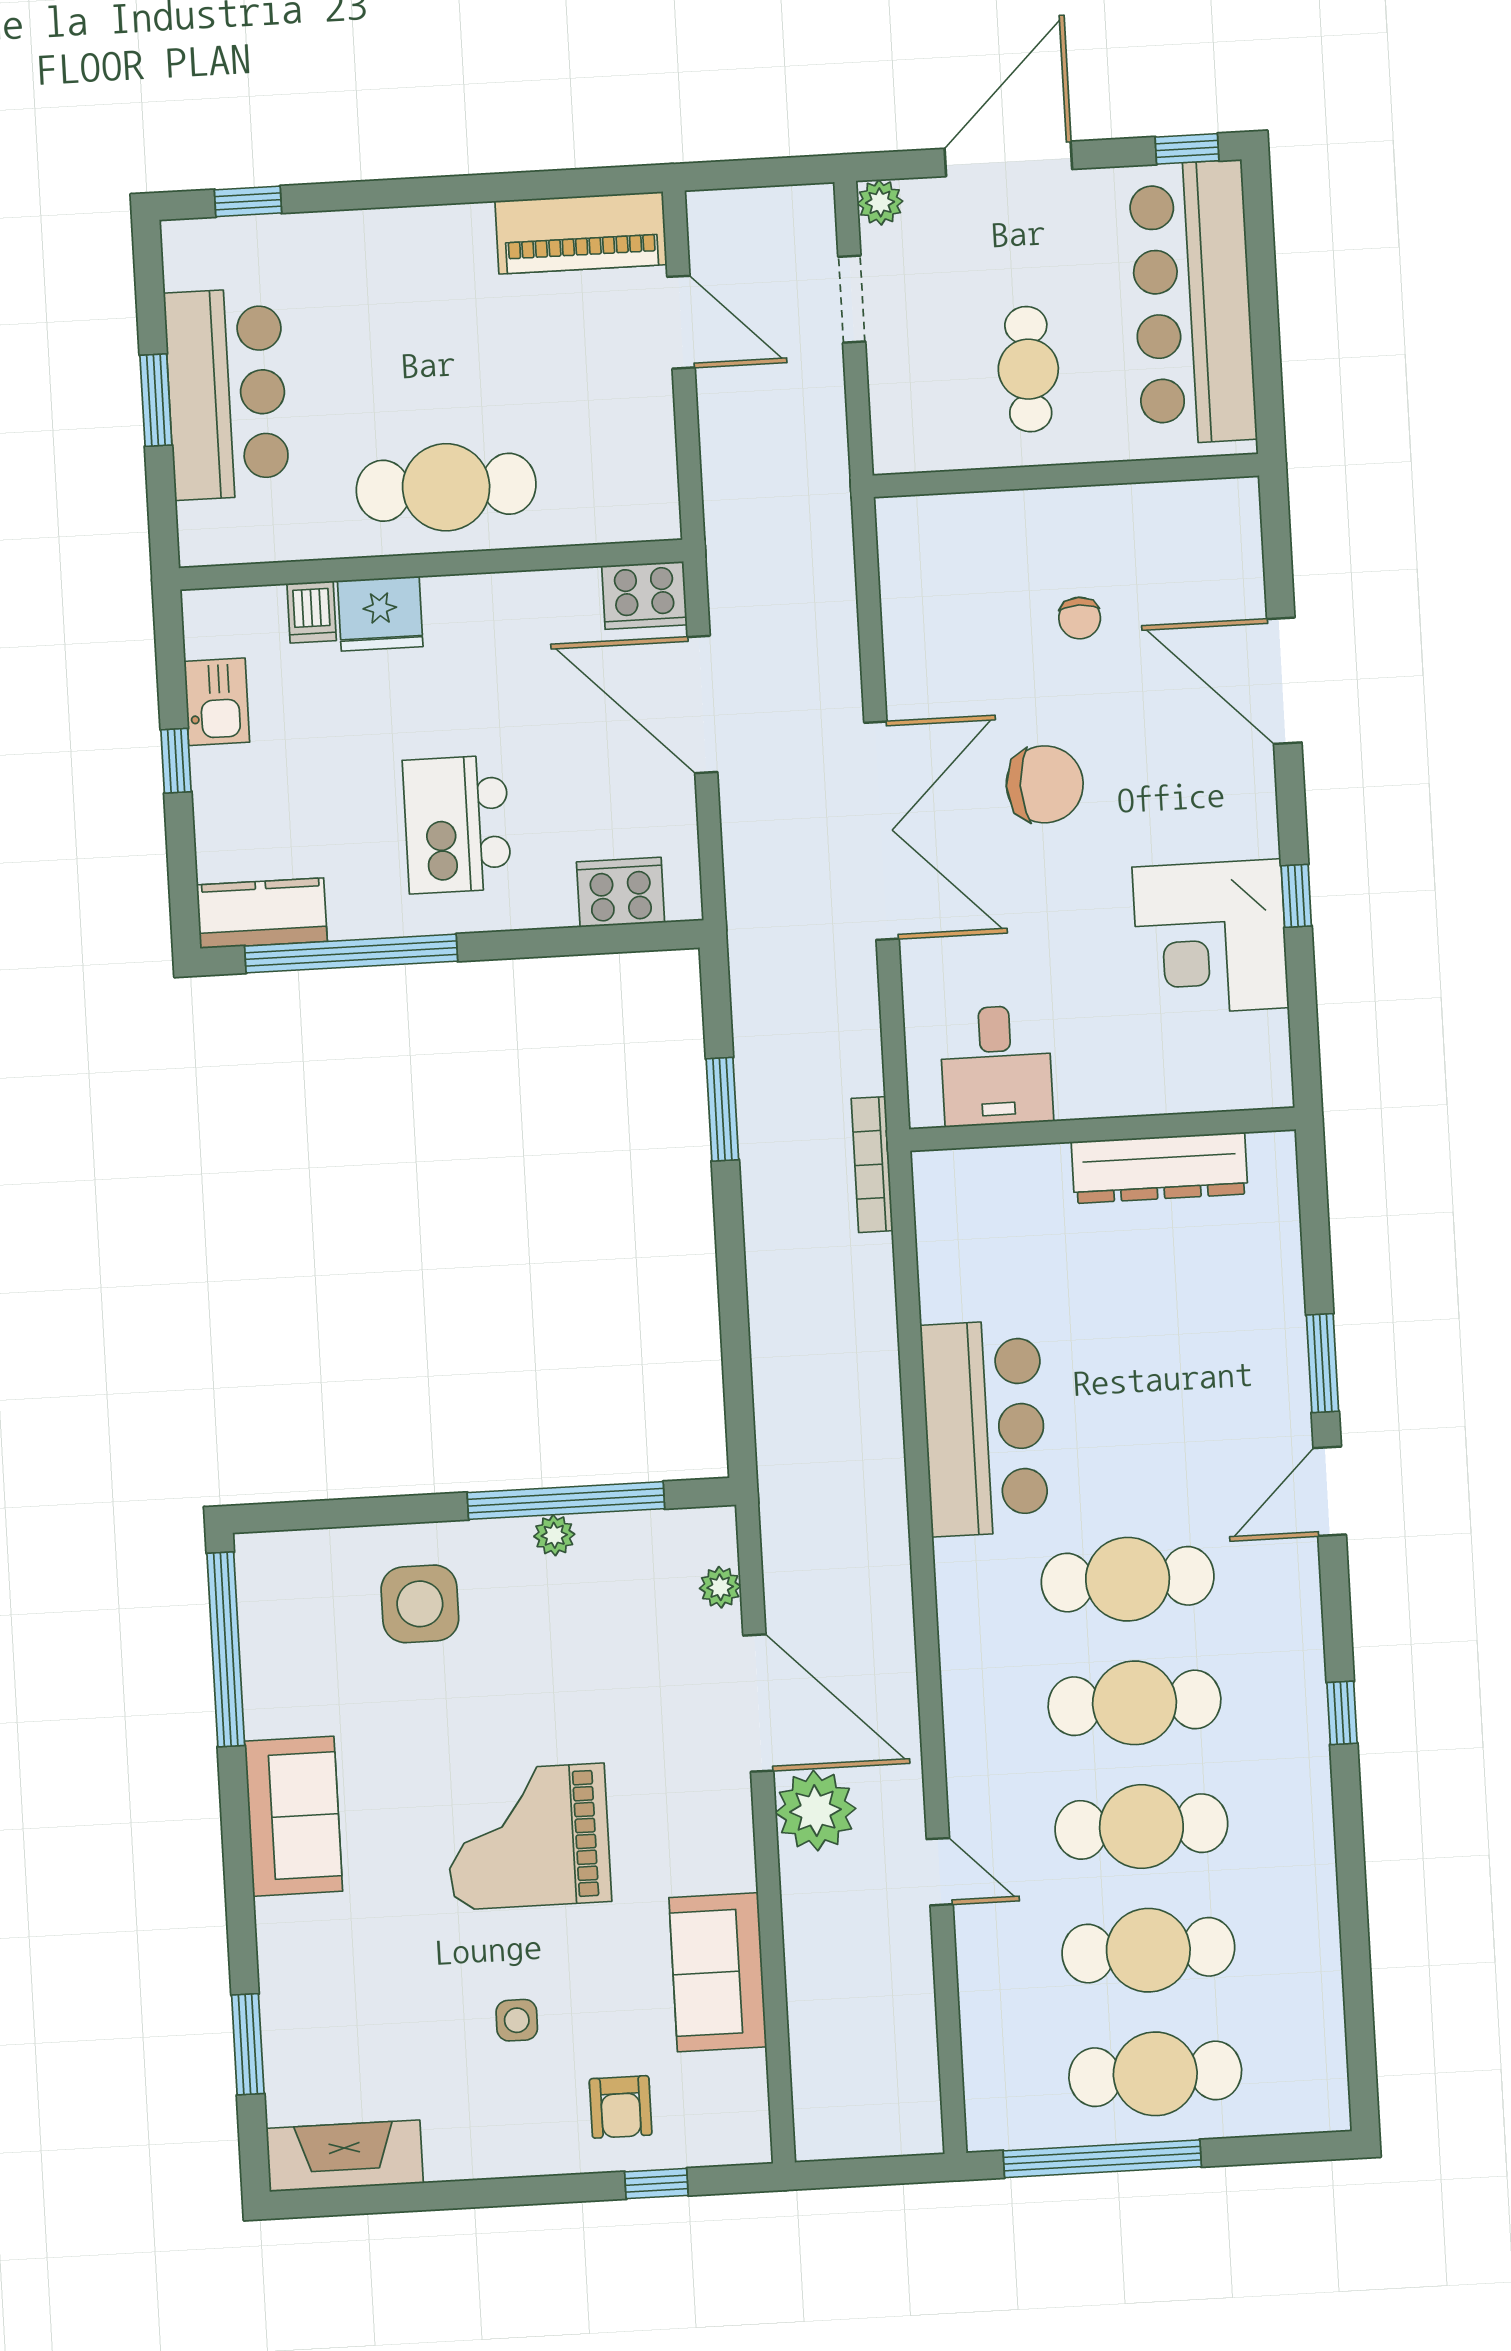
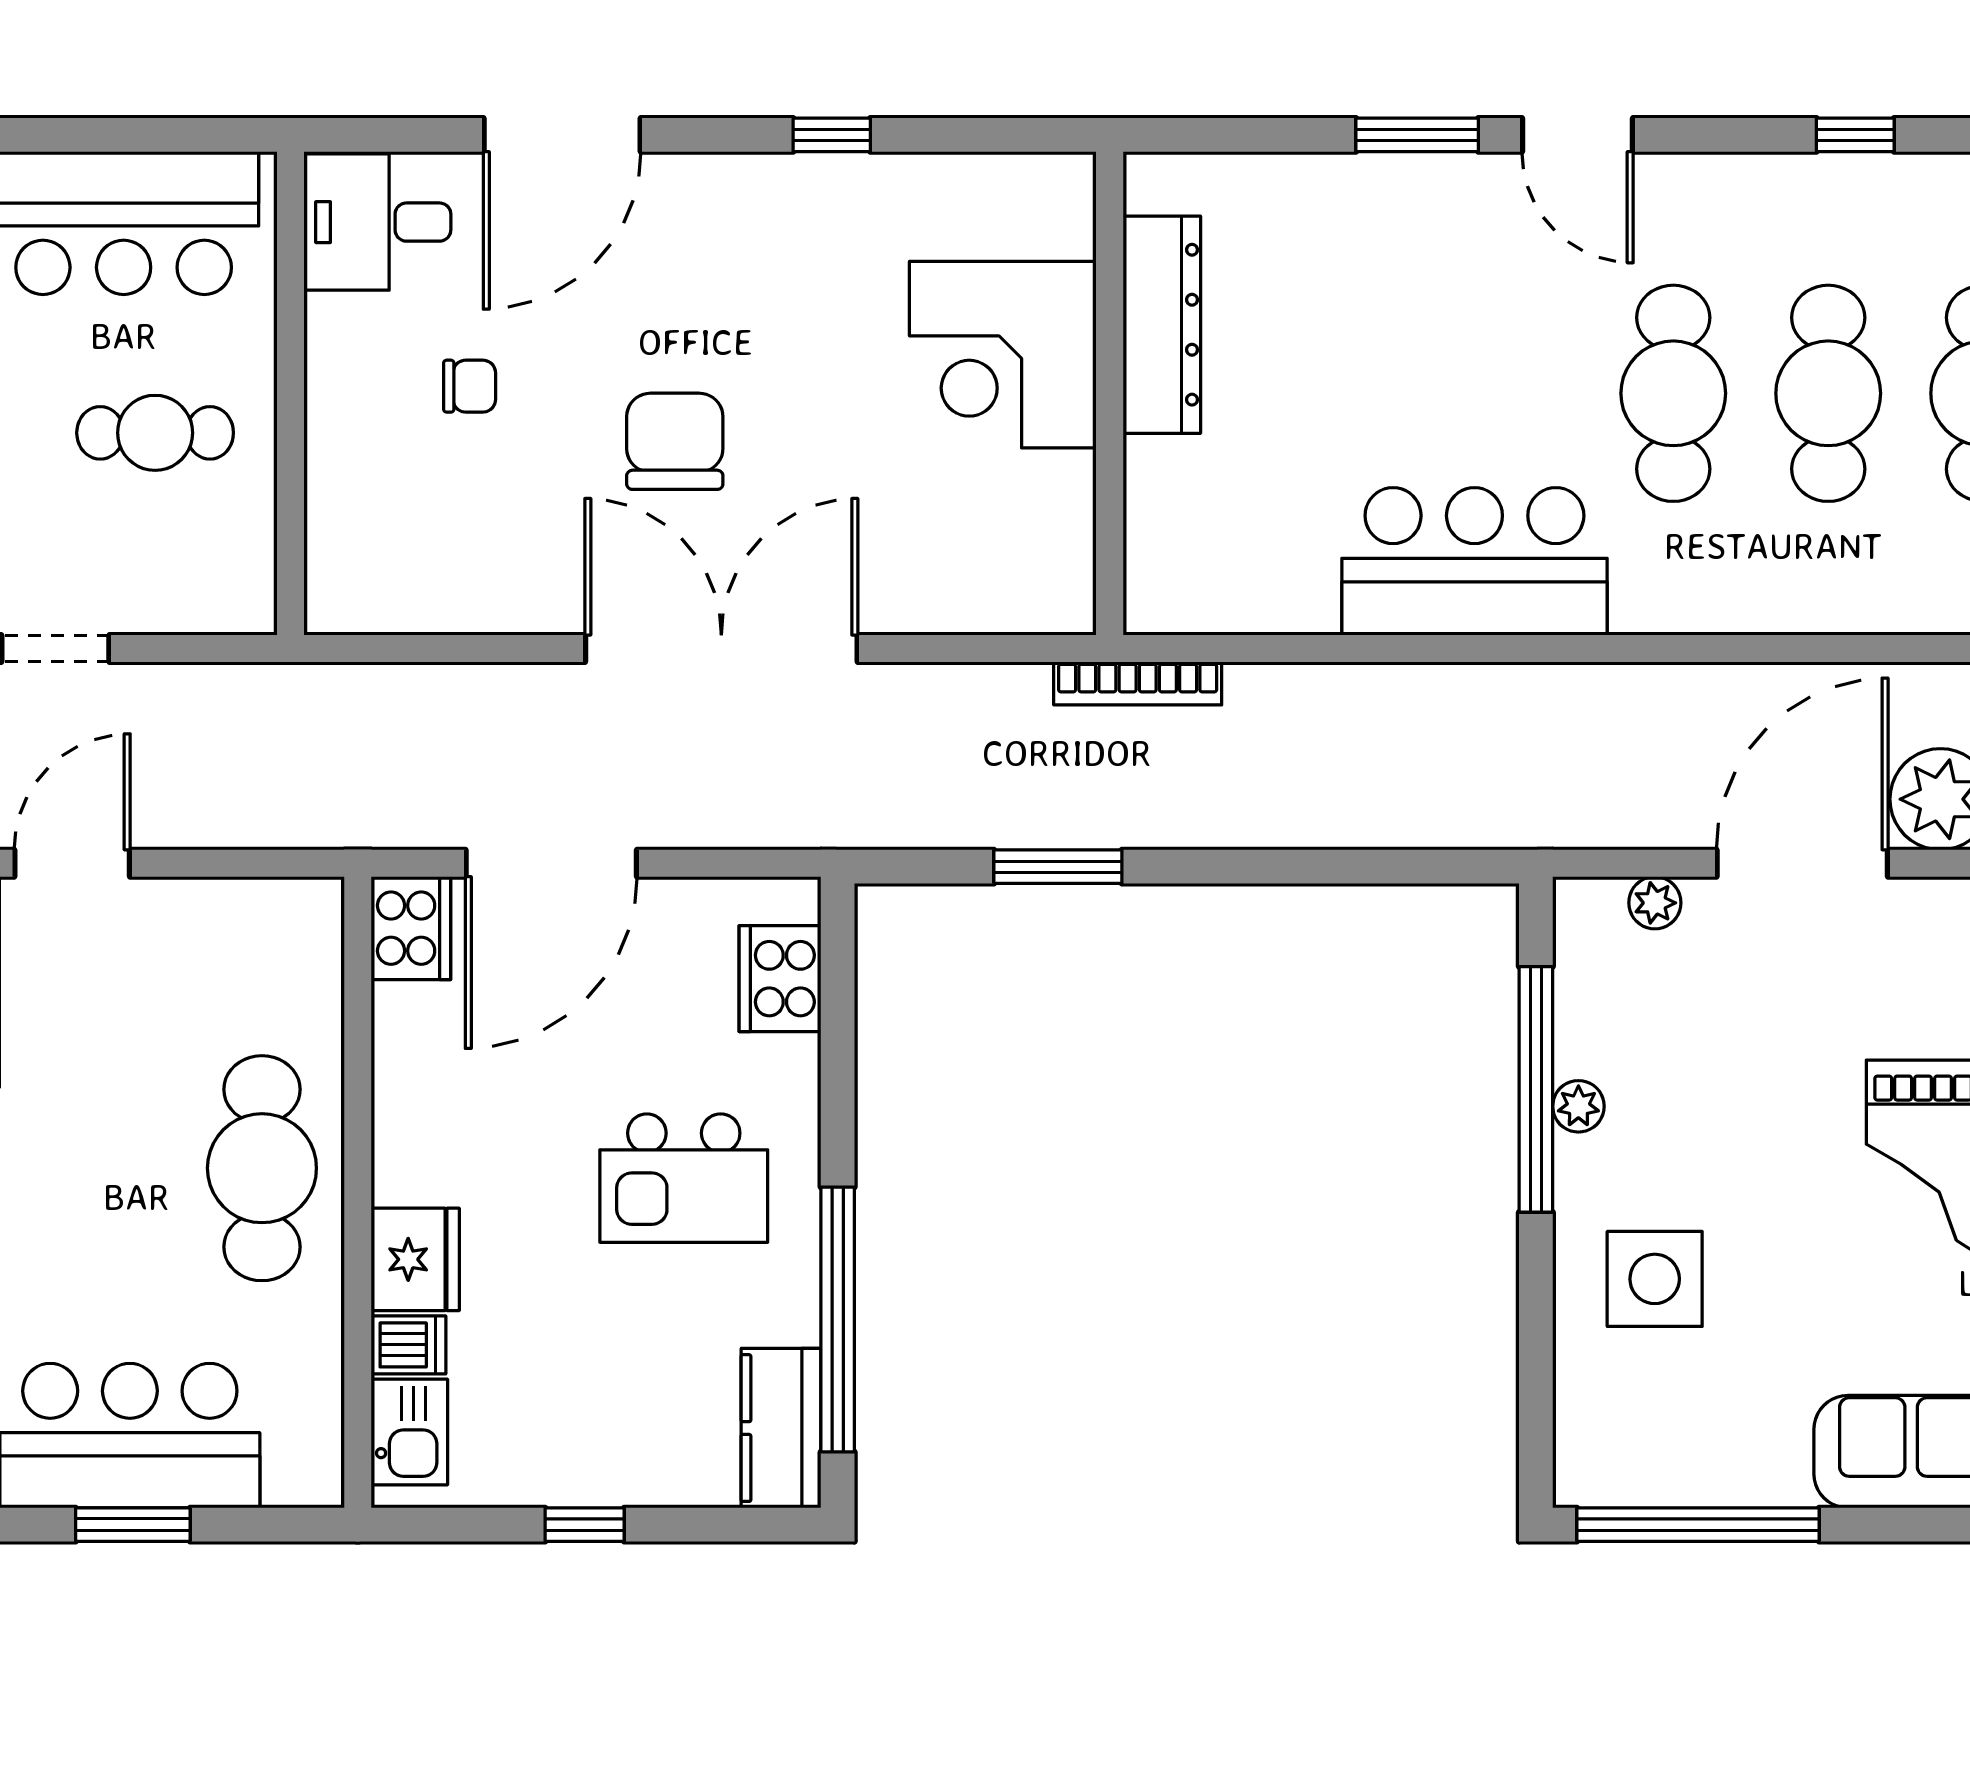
kitchen sink: (217, 702) -> (409, 1432), moved, turned 90
corner desk: (1210, 937) -> (1003, 355), moved, turned 90
desk: (996, 1066) -> (377, 222), moved, turned 180

